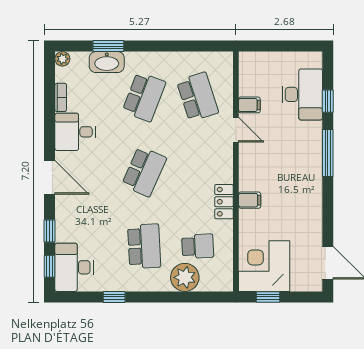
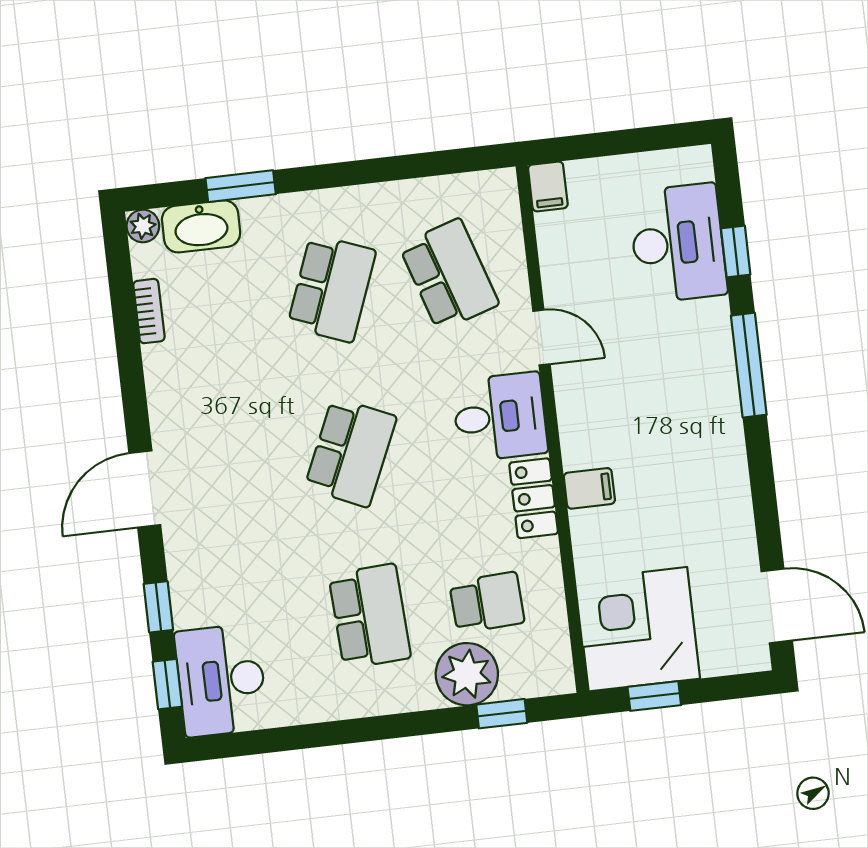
washbasin: (107, 62) -> (201, 226), moved
filing cabinet: (249, 105) -> (548, 186), moved, turned 90
desk: (75, 132) -> (500, 417), moved, turned 180
door: (50, 177) -> (145, 489), swing flipped
window: (114, 297) -> (502, 714), moved

